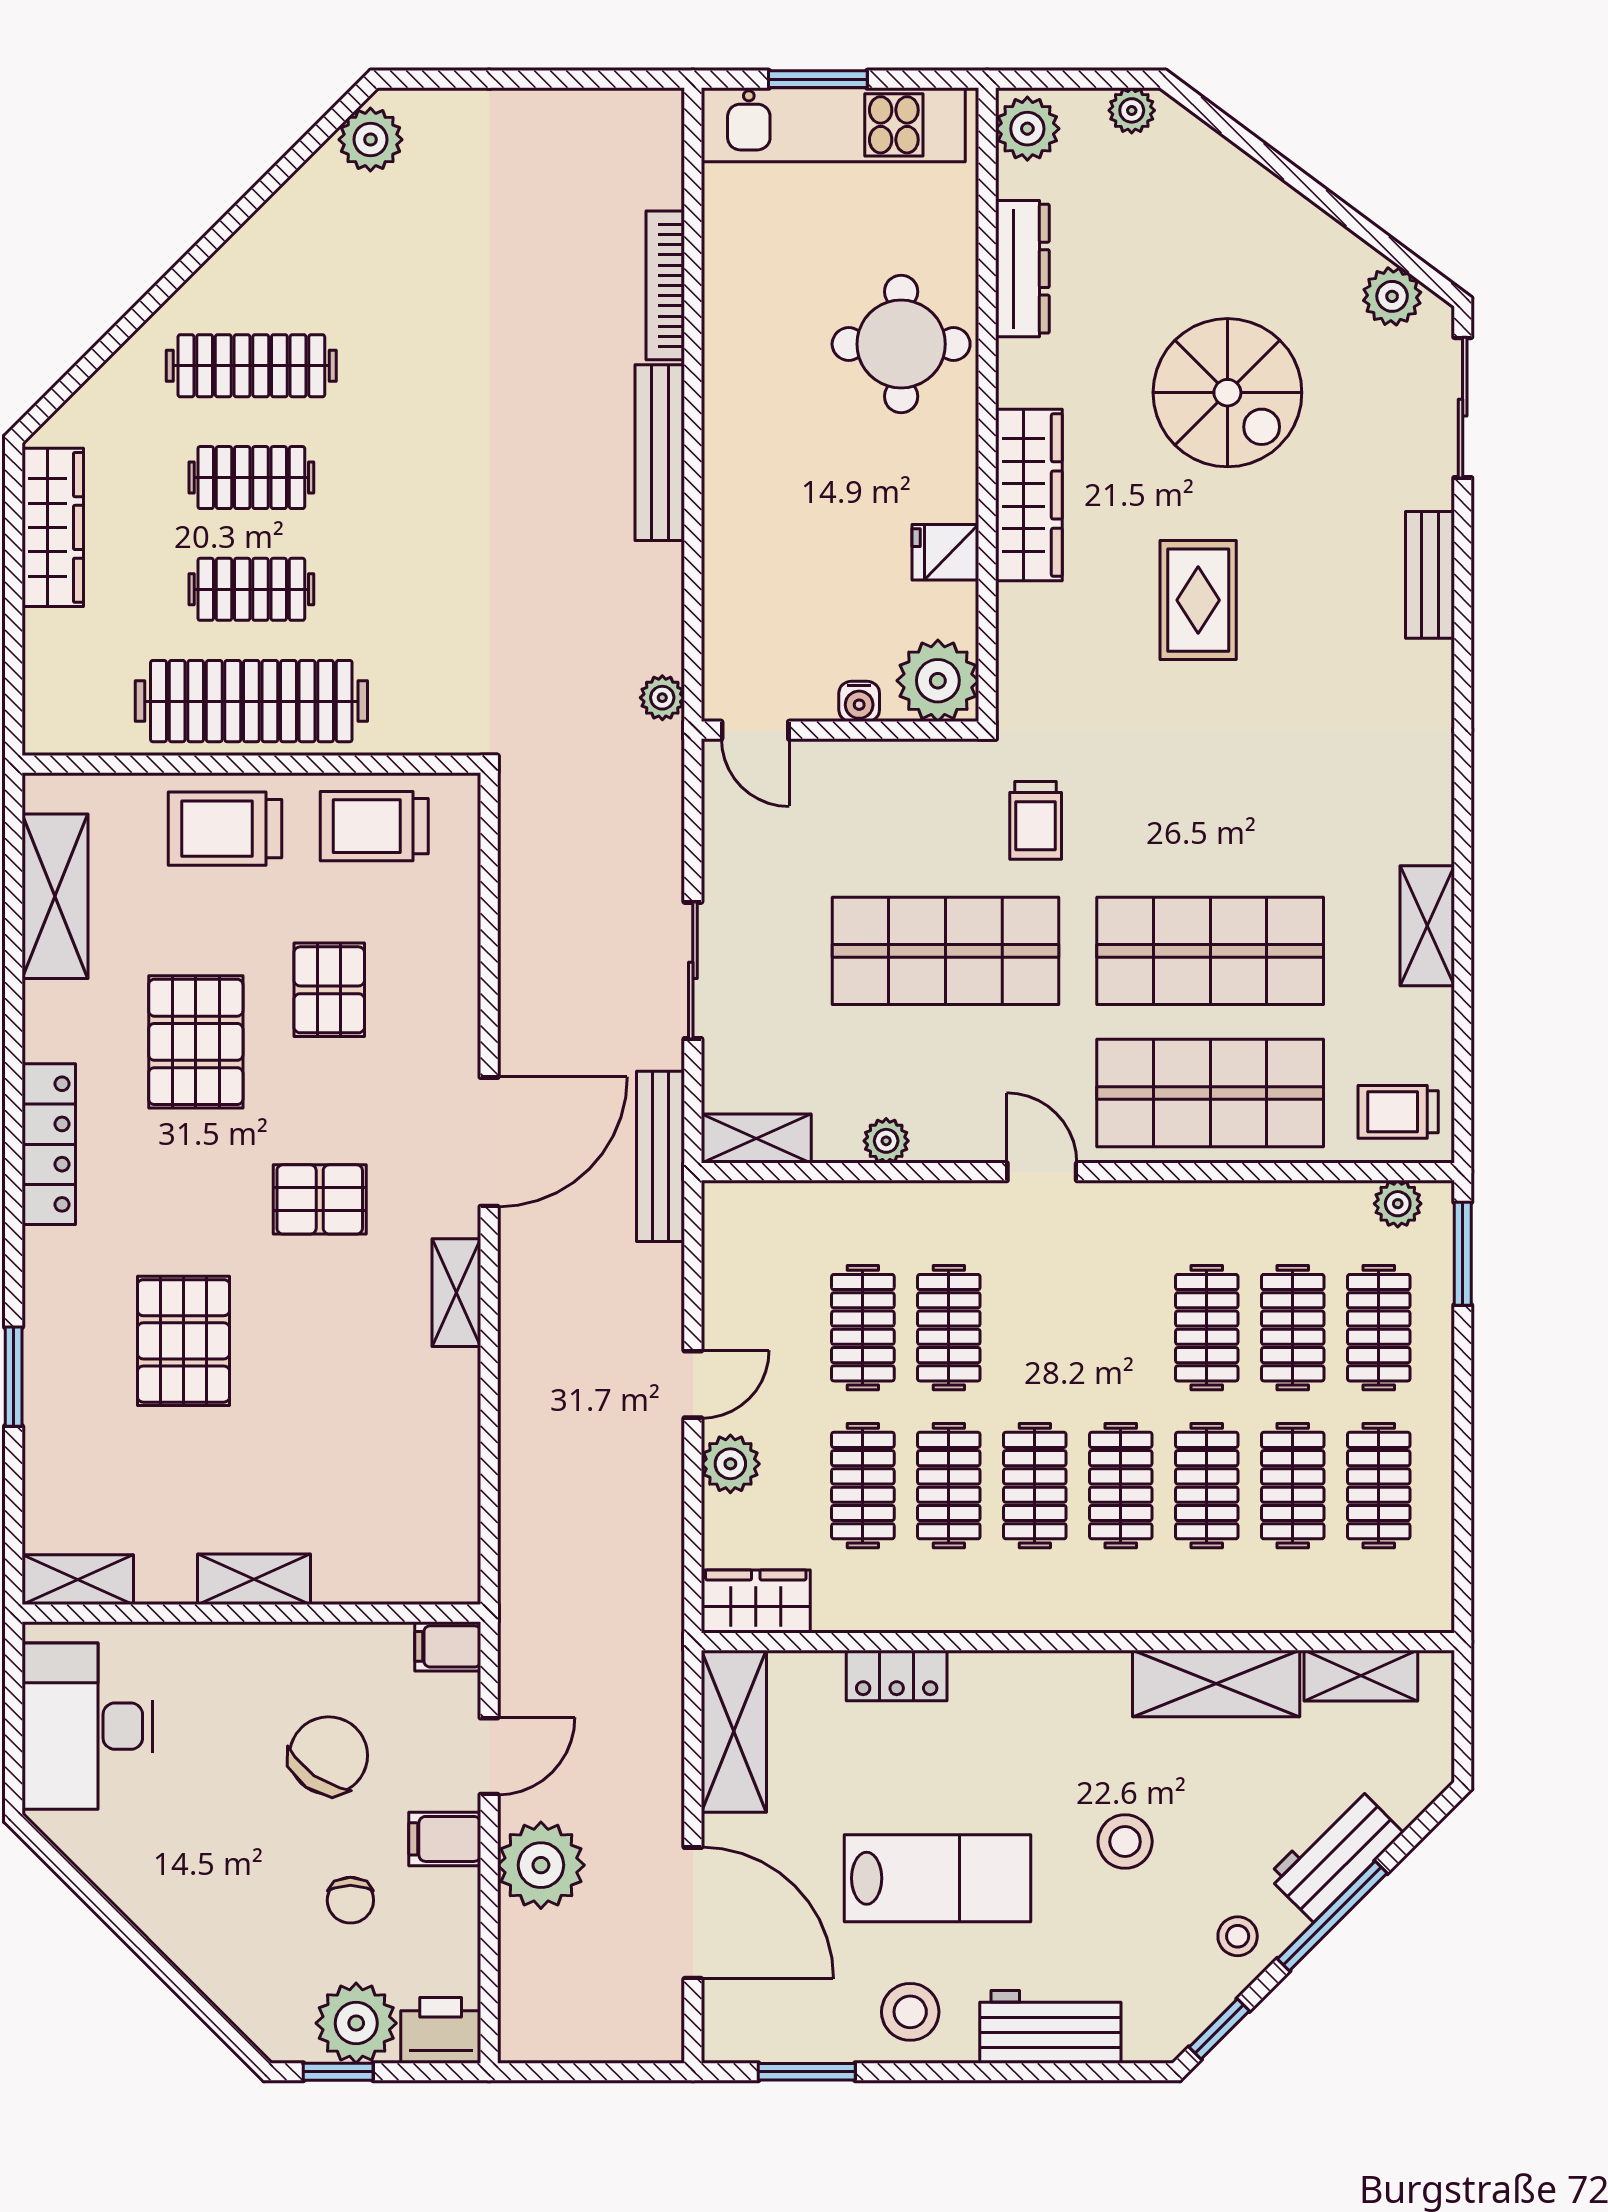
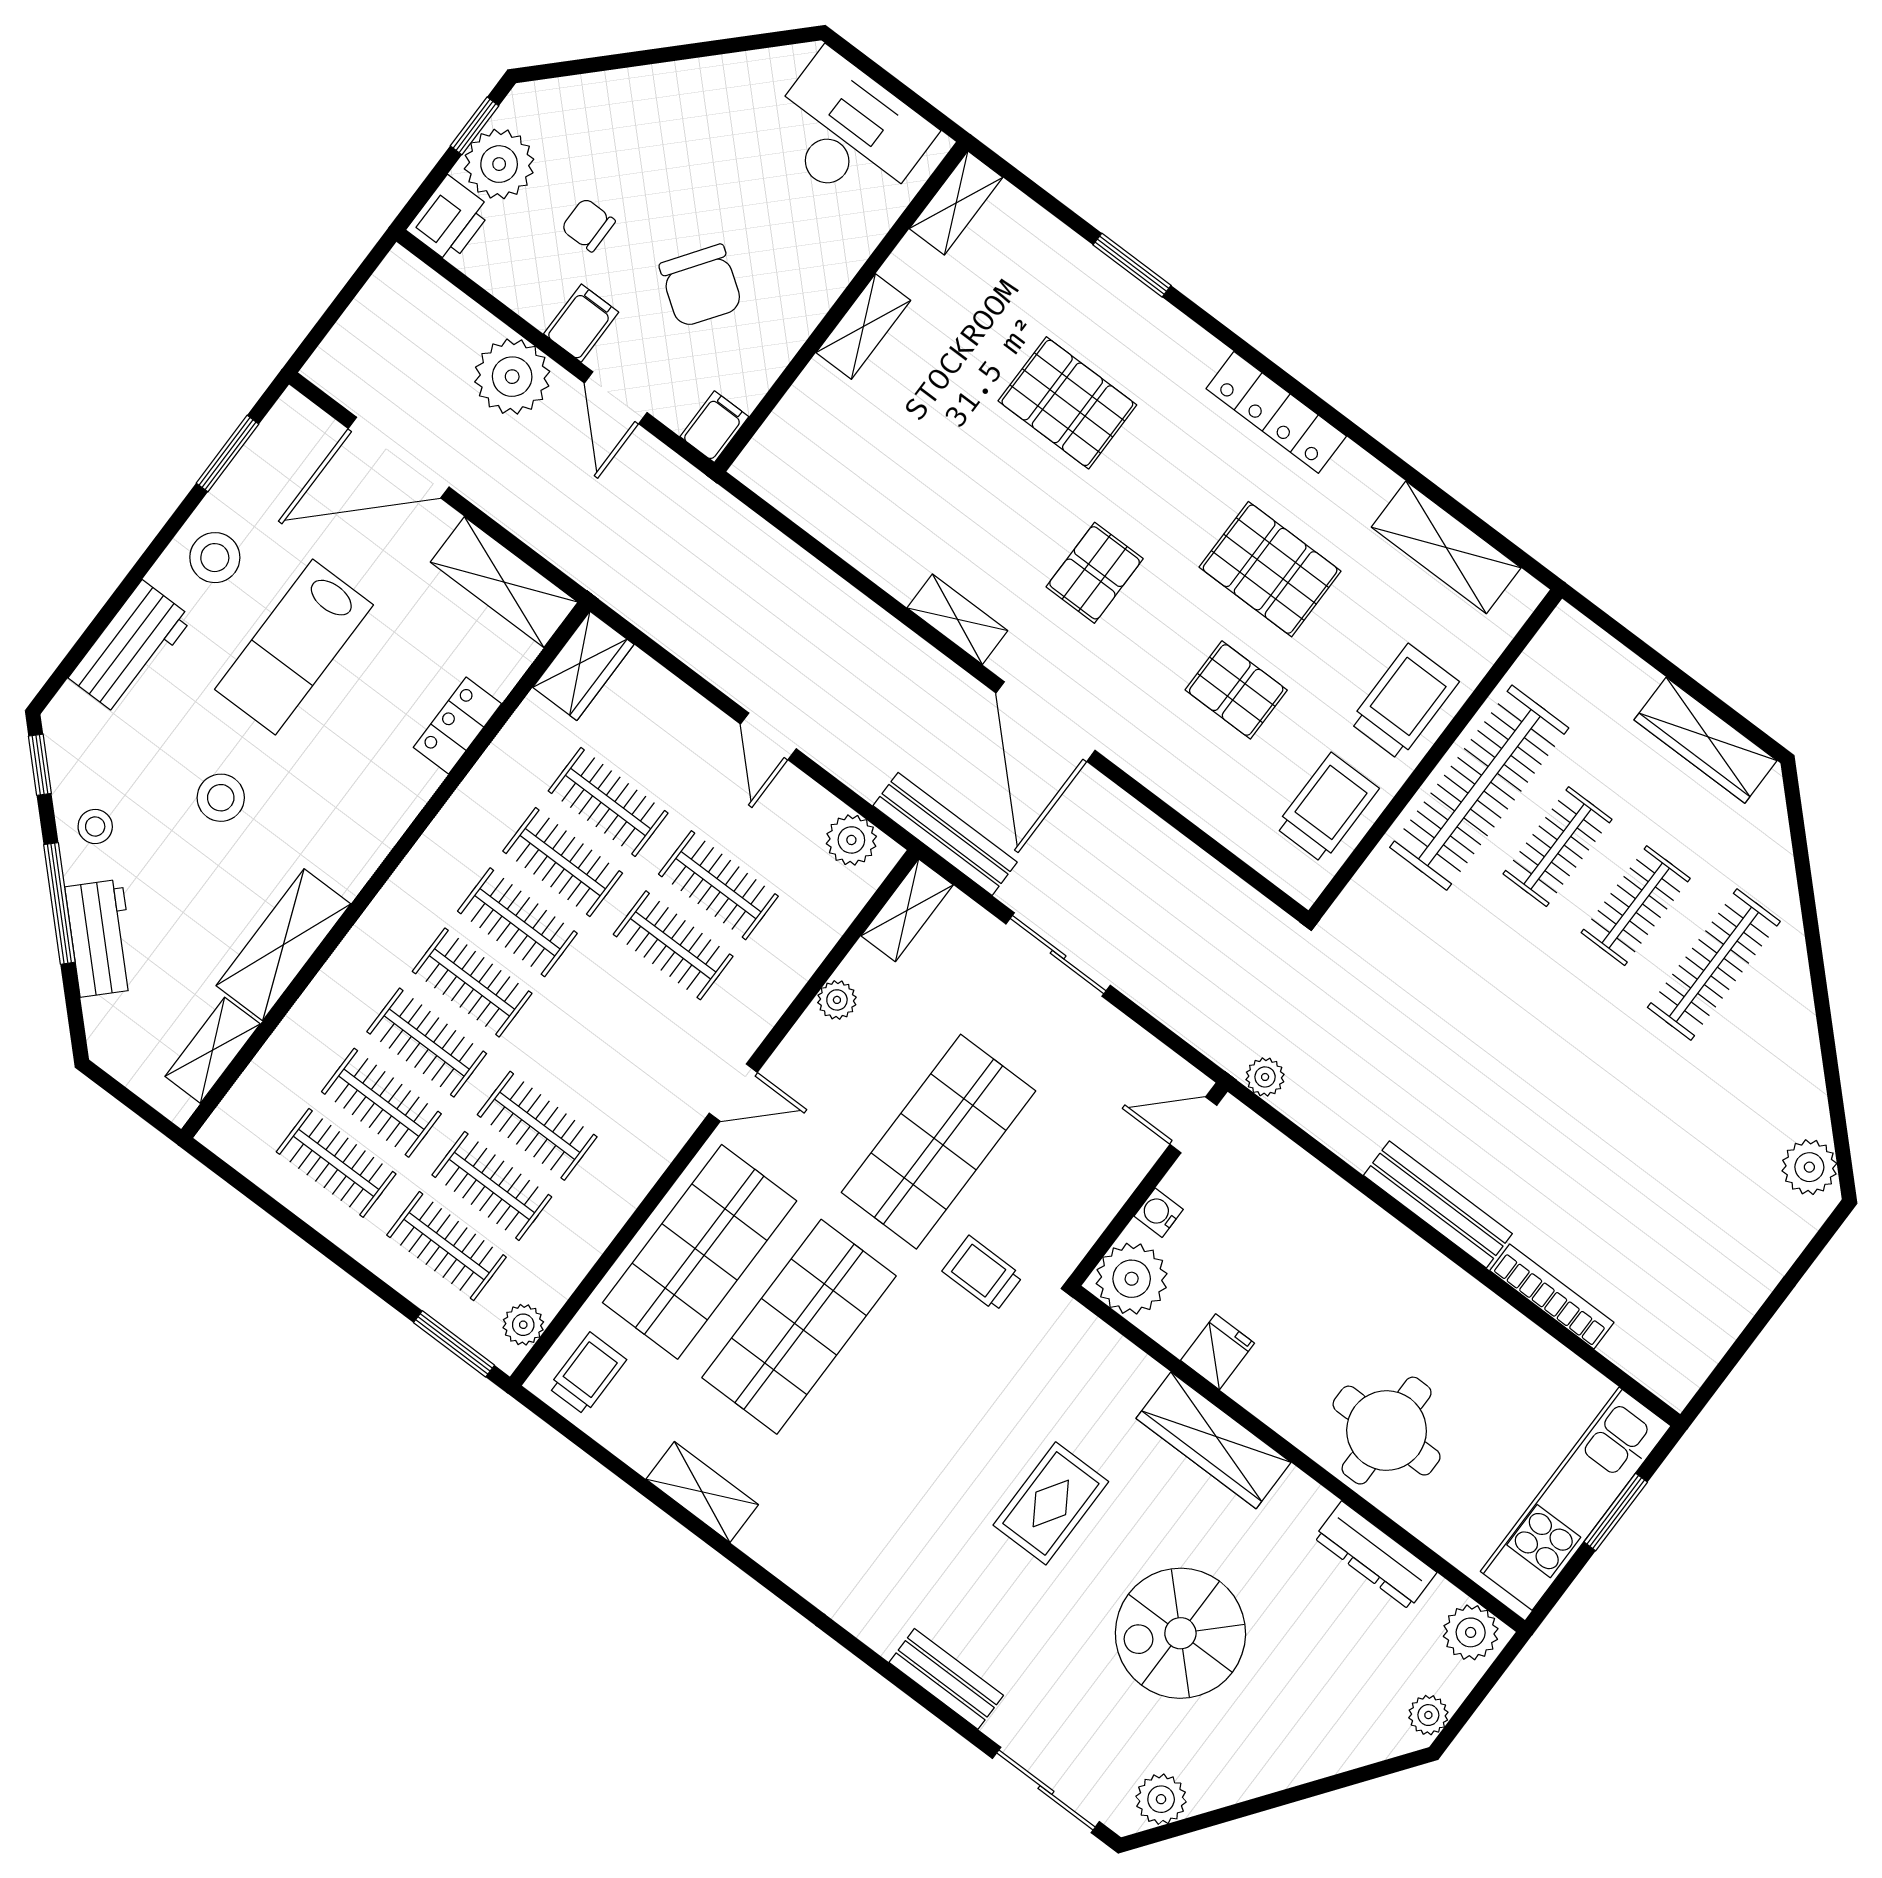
rug: (1198, 600) -> (1051, 1503), turned 90
plant: (730, 1464) -> (851, 840), moved

